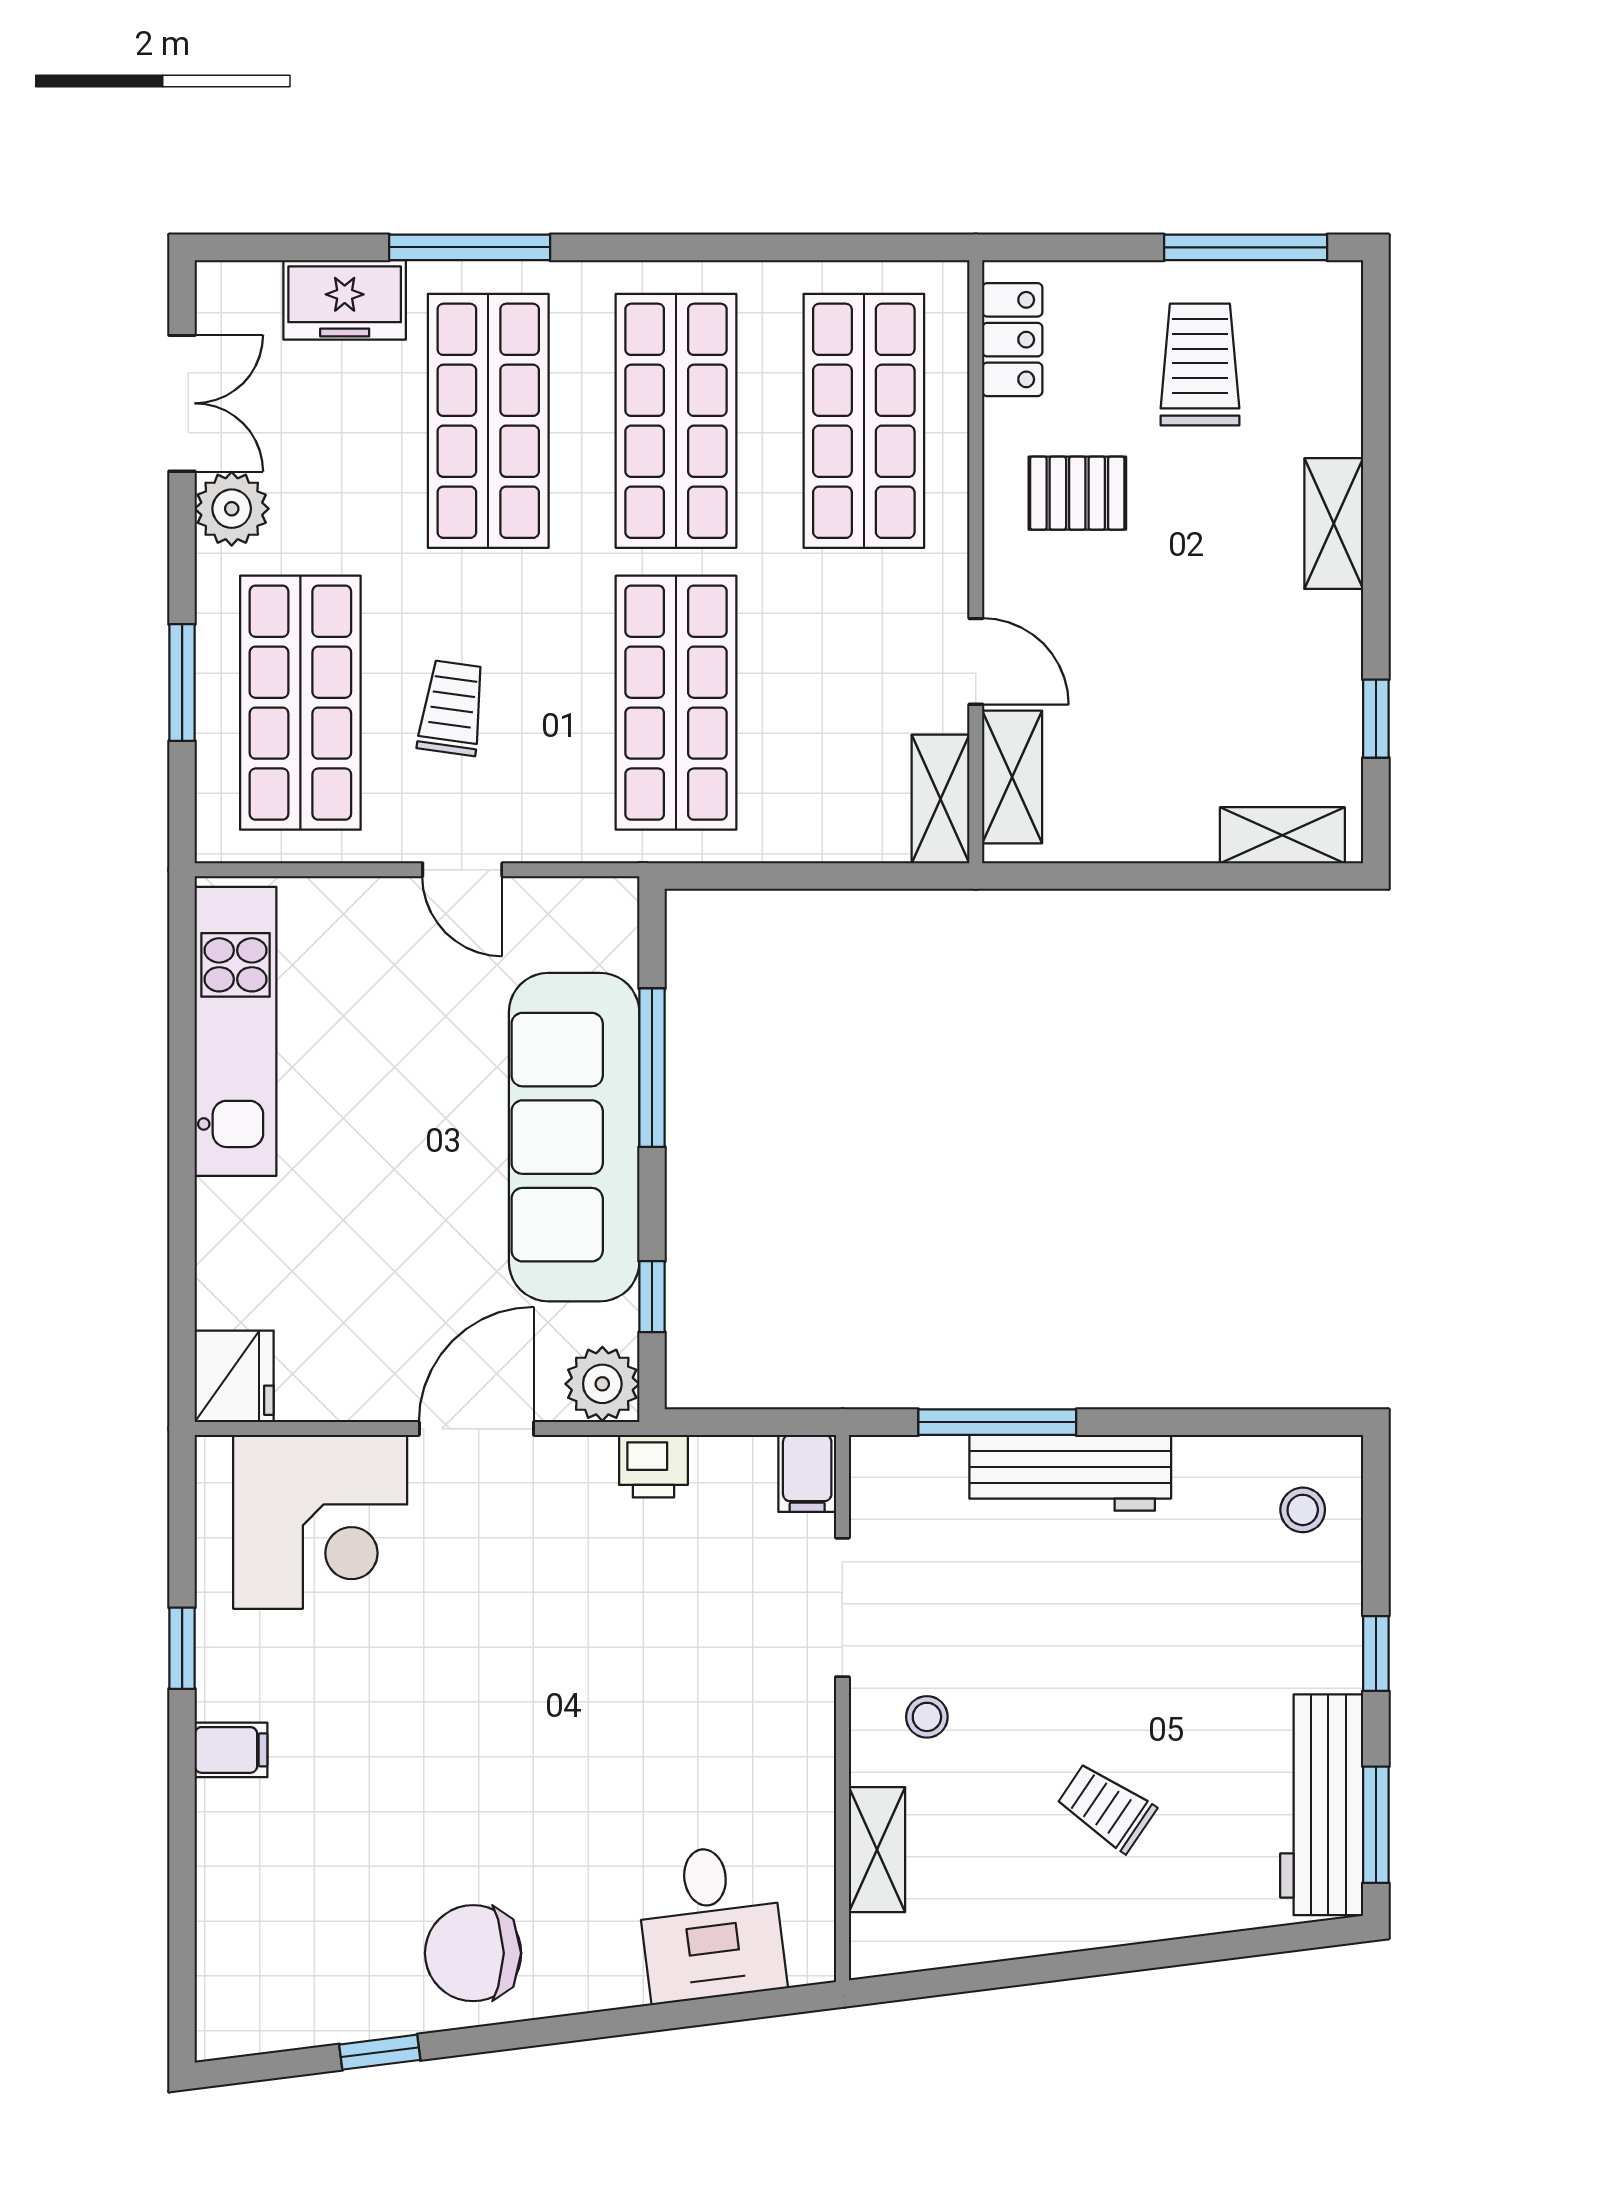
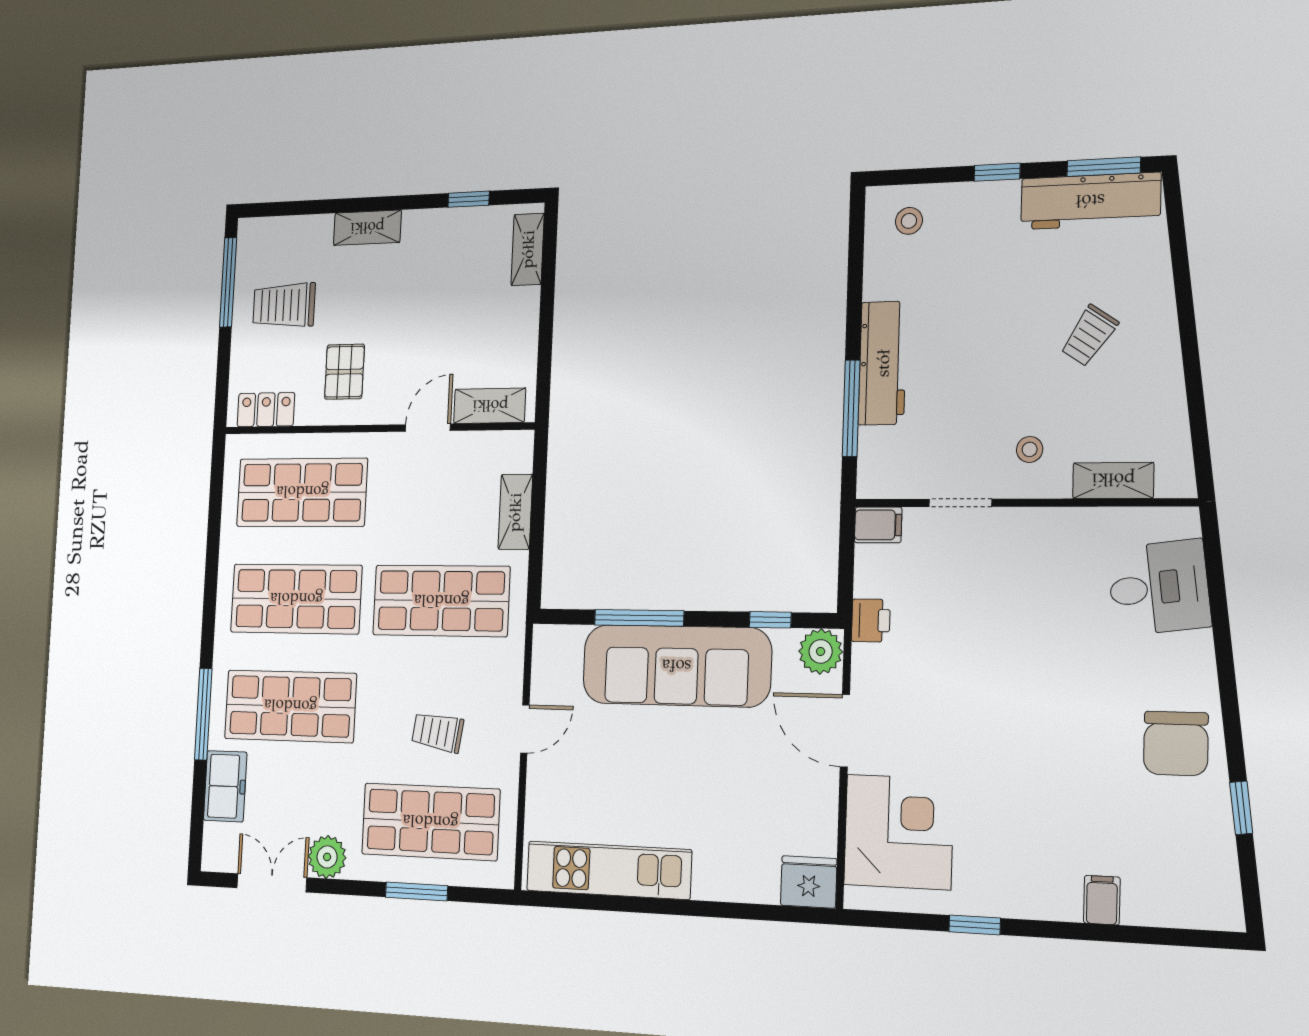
shelving: (941, 799) -> (515, 512), moved, turned 90
doorway: (842, 1607) -> (960, 503), width x0.73
filing cabinet: (231, 1750) -> (1102, 900), moved

